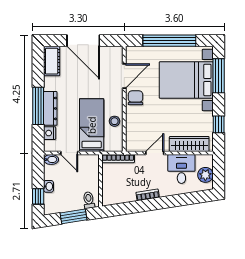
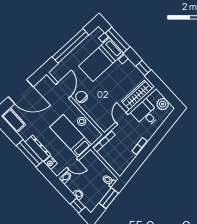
bed with nightstands: (186, 80) -> (101, 60), width x0.73

